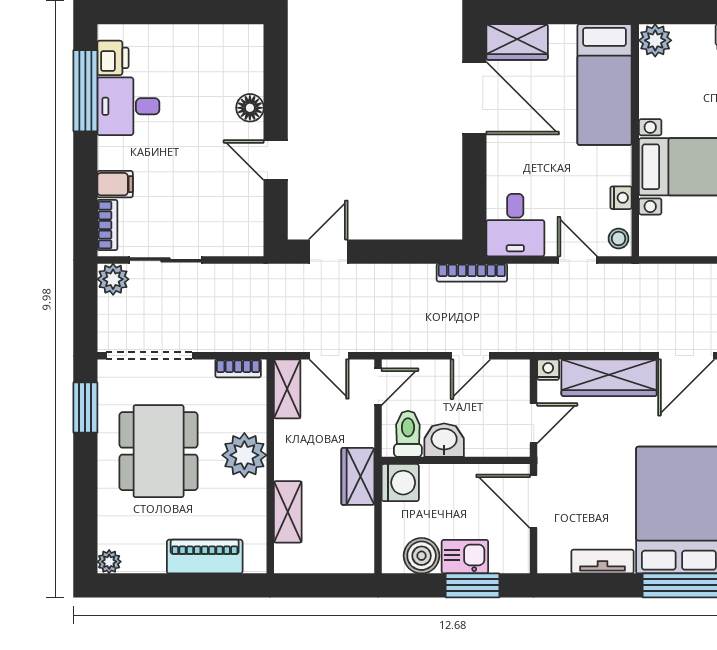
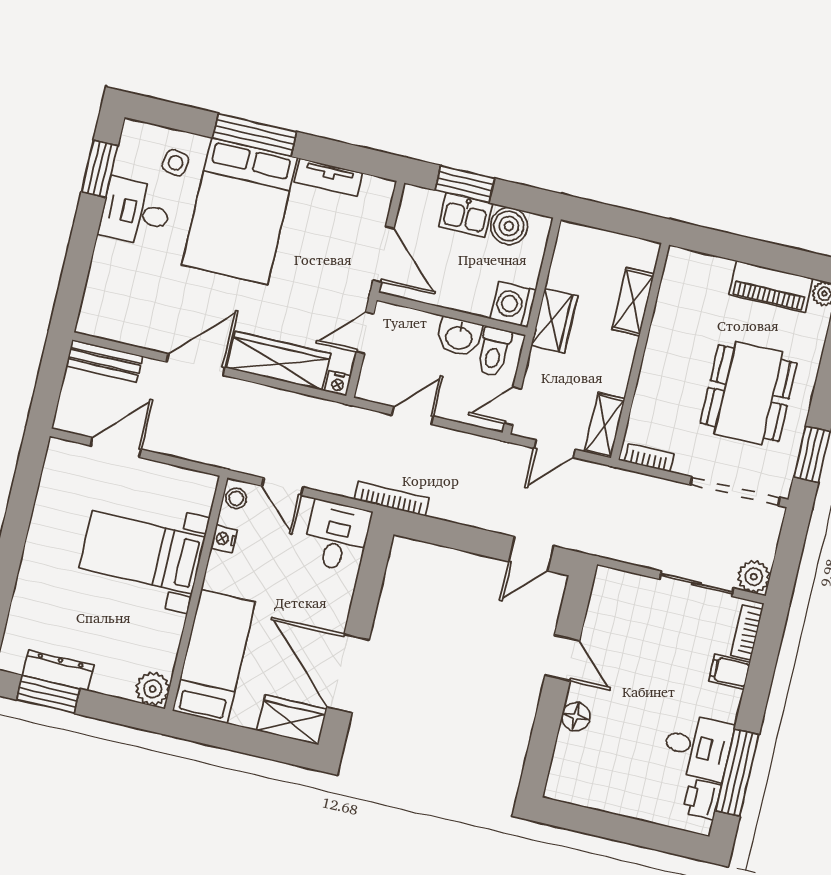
door: (329, 356) -> (555, 449), swing flipped
plant: (244, 455) -> (663, 369), removed
piano: (205, 557) -> (771, 287), moved

